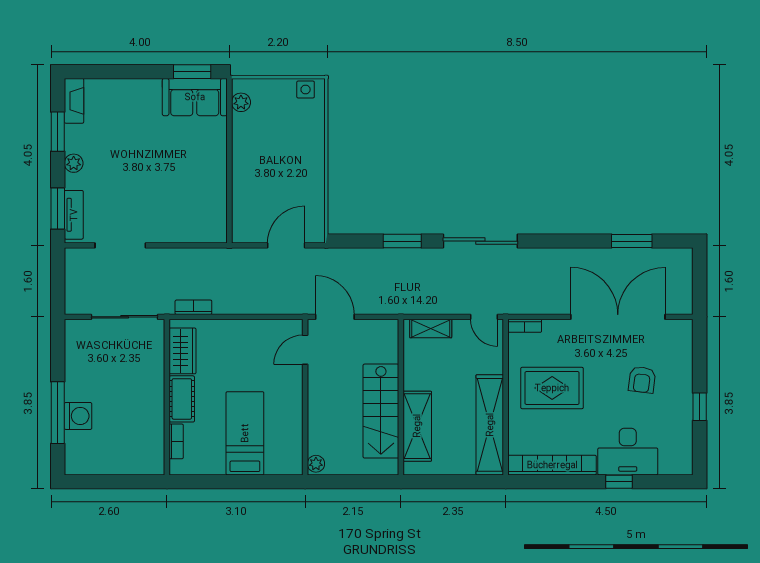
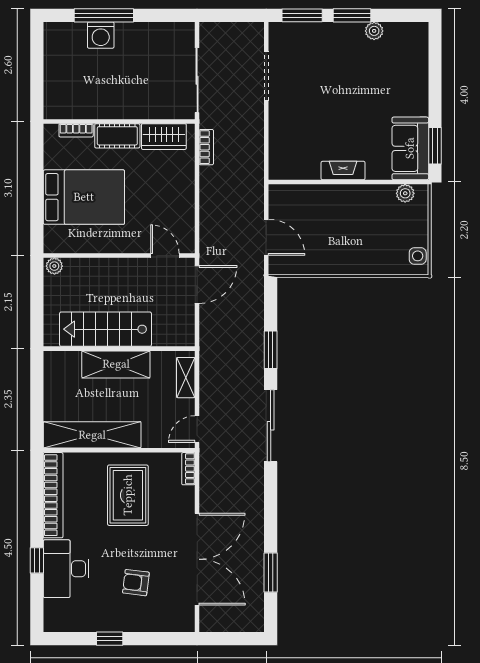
fireplace: (74, 101) -> (343, 171), moved, turned 180
window: (58, 132) -> (352, 15), moved
plant: (74, 163) -> (374, 31), moved
tv unit: (74, 215) -> (296, 31), removed
shelving: (417, 426) -> (116, 364), moved
bed: (245, 433) -> (84, 197), width x1.50

